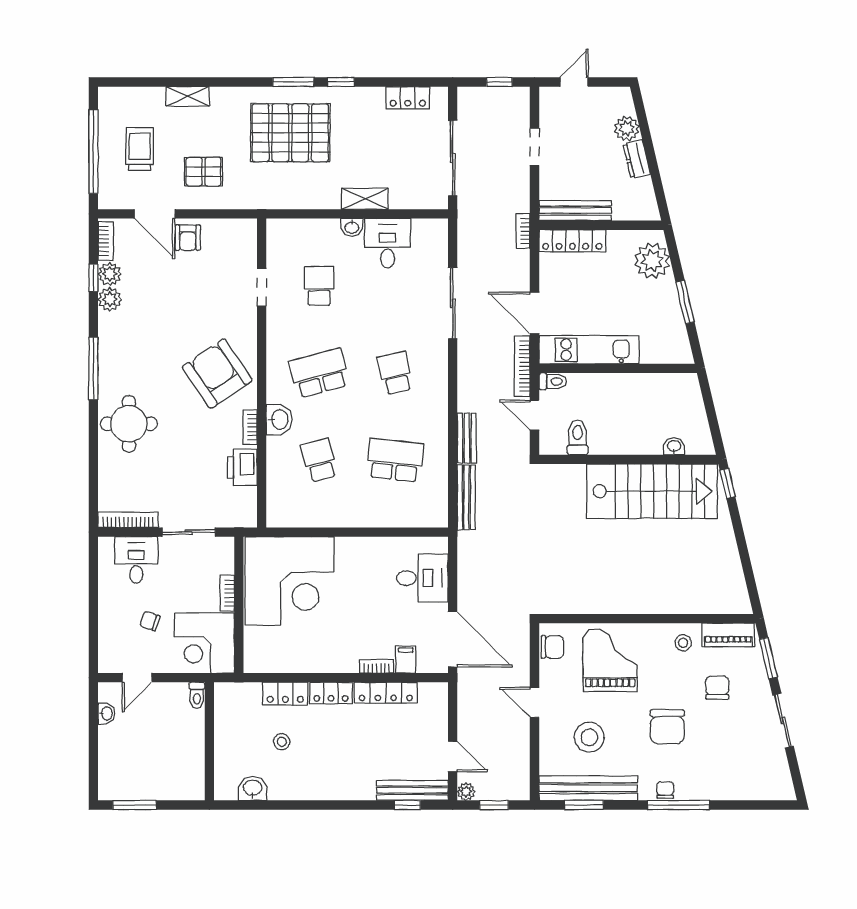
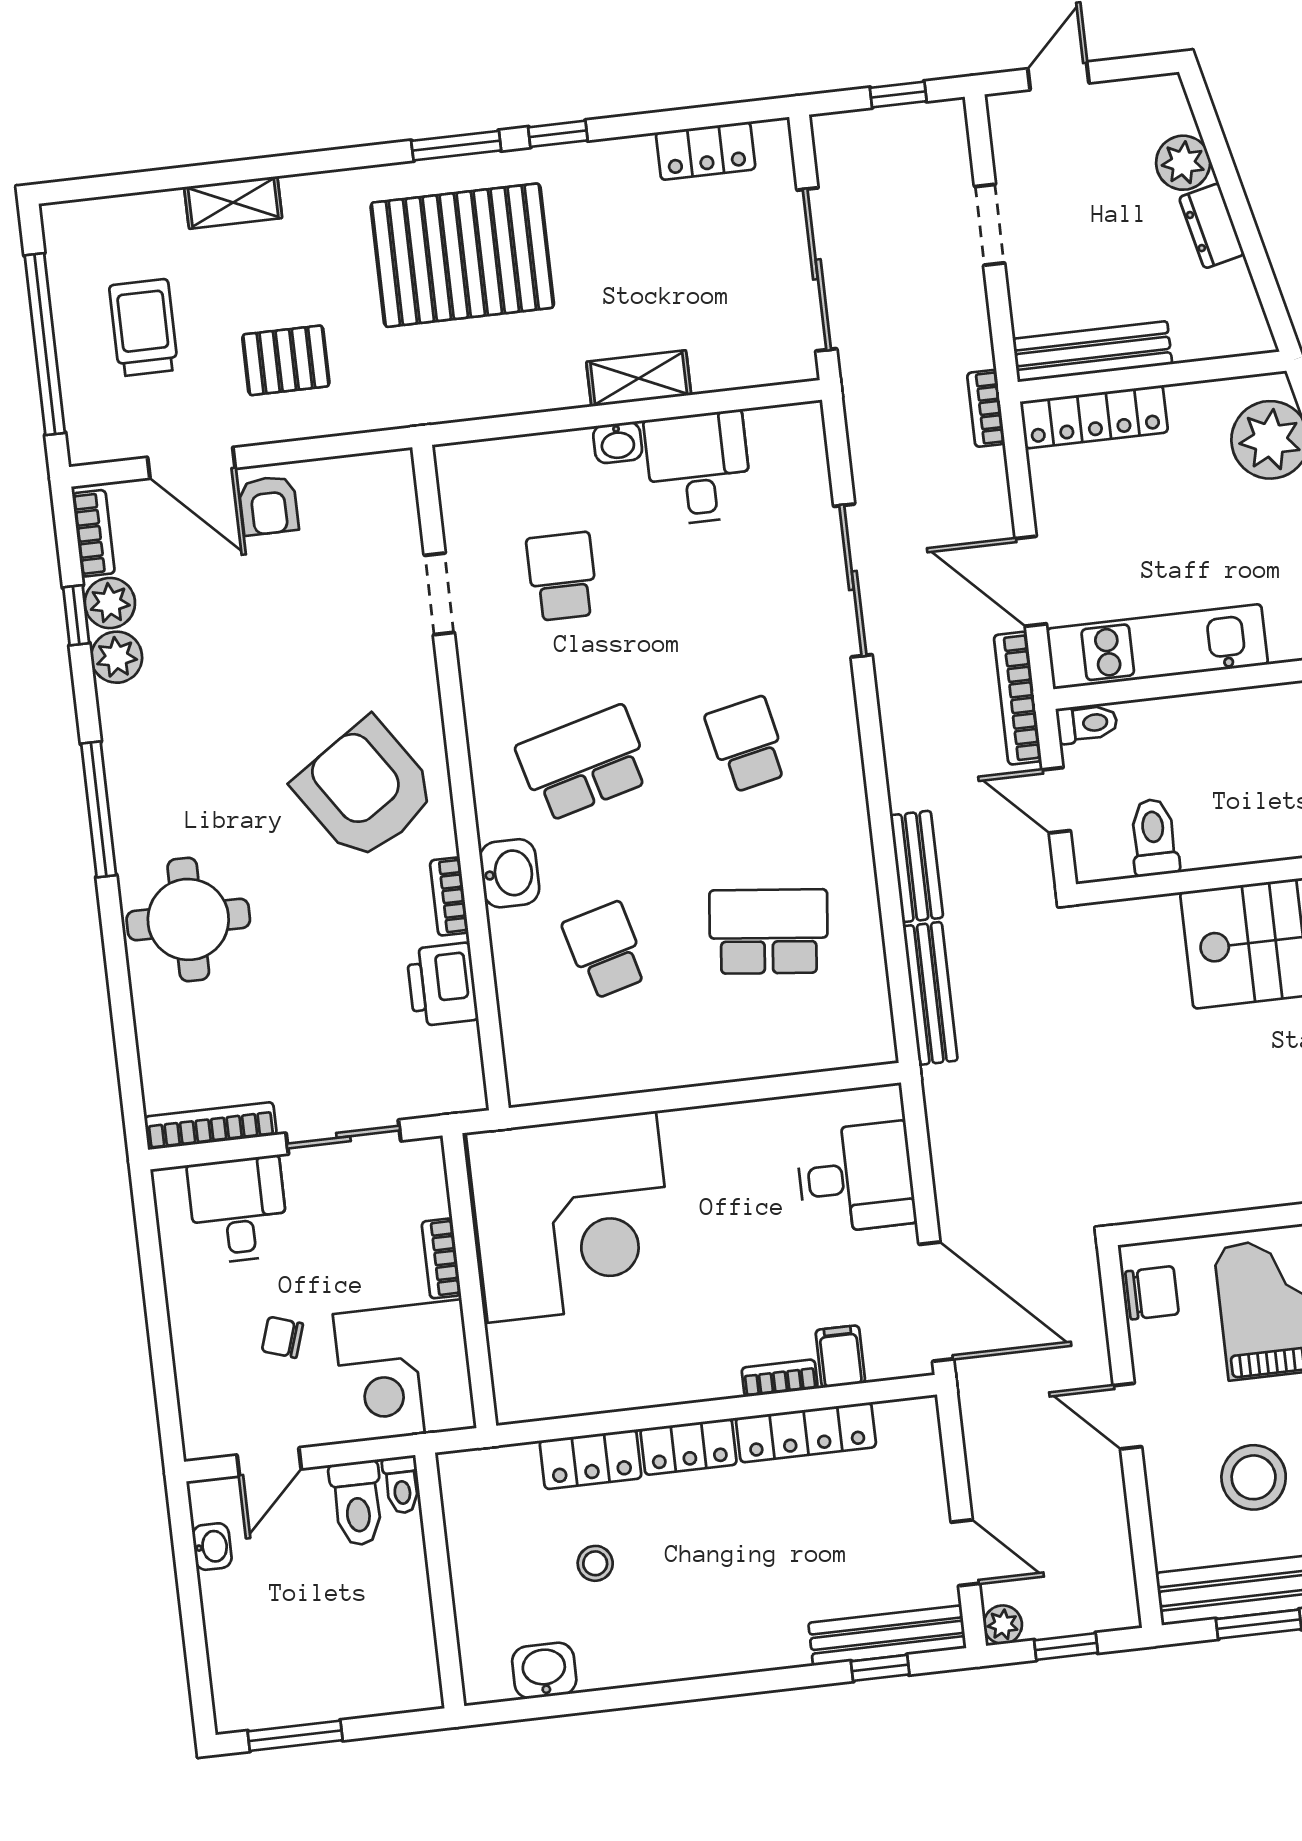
toilet: (175, 701) -> (357, 1503), added

